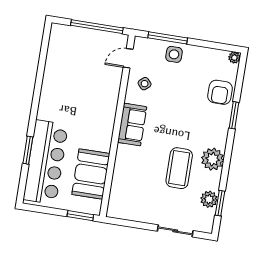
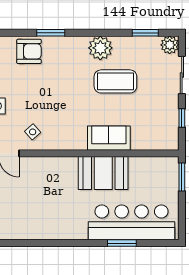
sofa: (132, 125) -> (109, 138), moved
booth: (91, 174) -> (103, 173), moved
plant: (209, 199) -> (170, 45), moved
window: (135, 224) -> (182, 118), added

